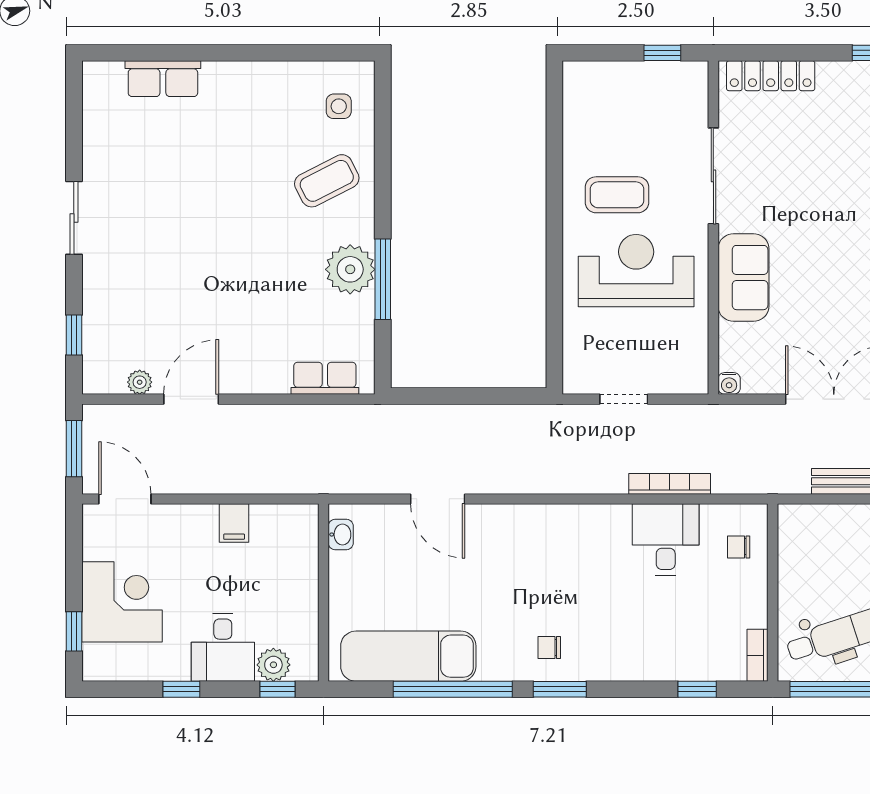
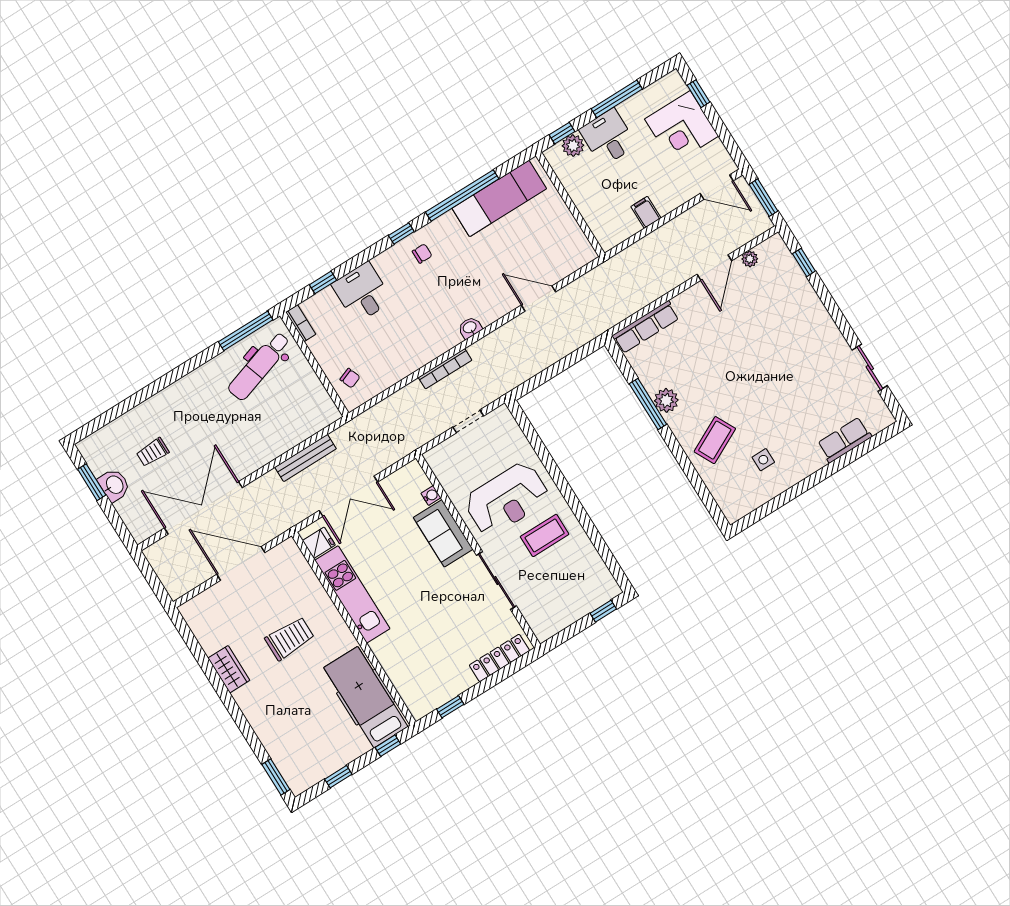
window: (662, 53) -> (603, 611), moved
side table: (339, 106) -> (763, 460), moved
sliding door: (74, 218) -> (870, 368), moved
plant: (350, 269) -> (666, 400), width x0.73, depth x0.73
row of seats: (325, 378) -> (646, 327), width x1.48
water cooler: (729, 383) -> (431, 496), moved, turned 90
bookcase: (670, 484) -> (445, 369), moved
washbasin: (341, 535) -> (470, 328), moved, turned 90
desk: (666, 539) -> (362, 293), moved, turned 180
chair: (739, 547) -> (350, 378), turned 69
window: (181, 689) -> (617, 99), width x2.17
window: (560, 689) -> (401, 234), width x0.67

